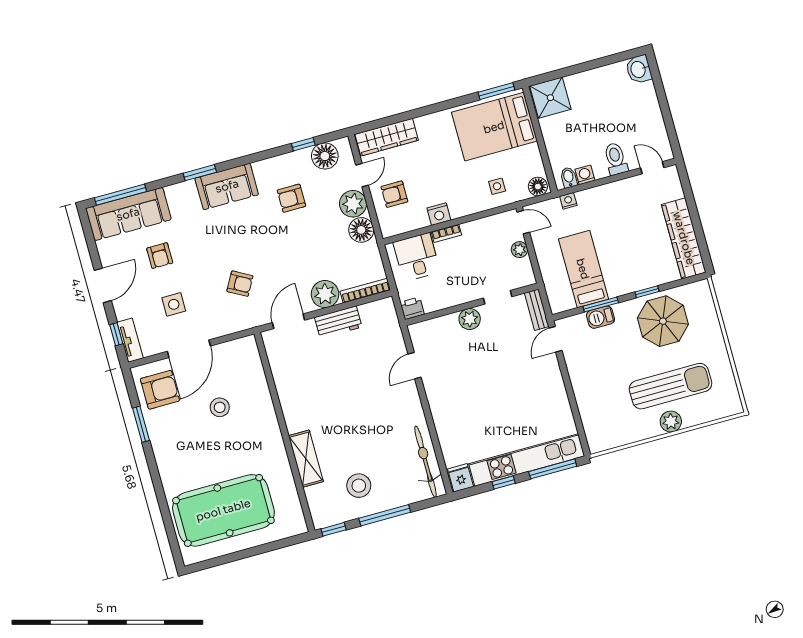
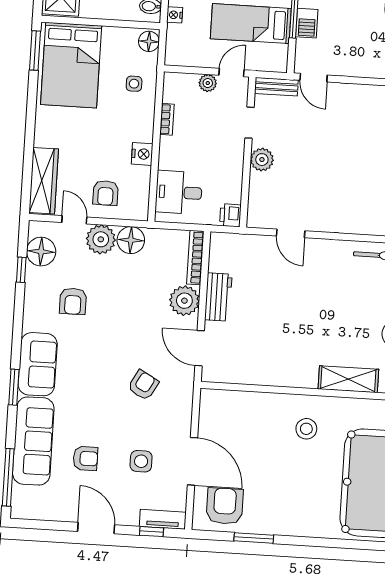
sofa: (128, 214) -> (33, 441), moved
door: (523, 222) -> (232, 73), moved
bookcase: (446, 233) -> (167, 119), moved
stool: (220, 407) -> (306, 429), moved

